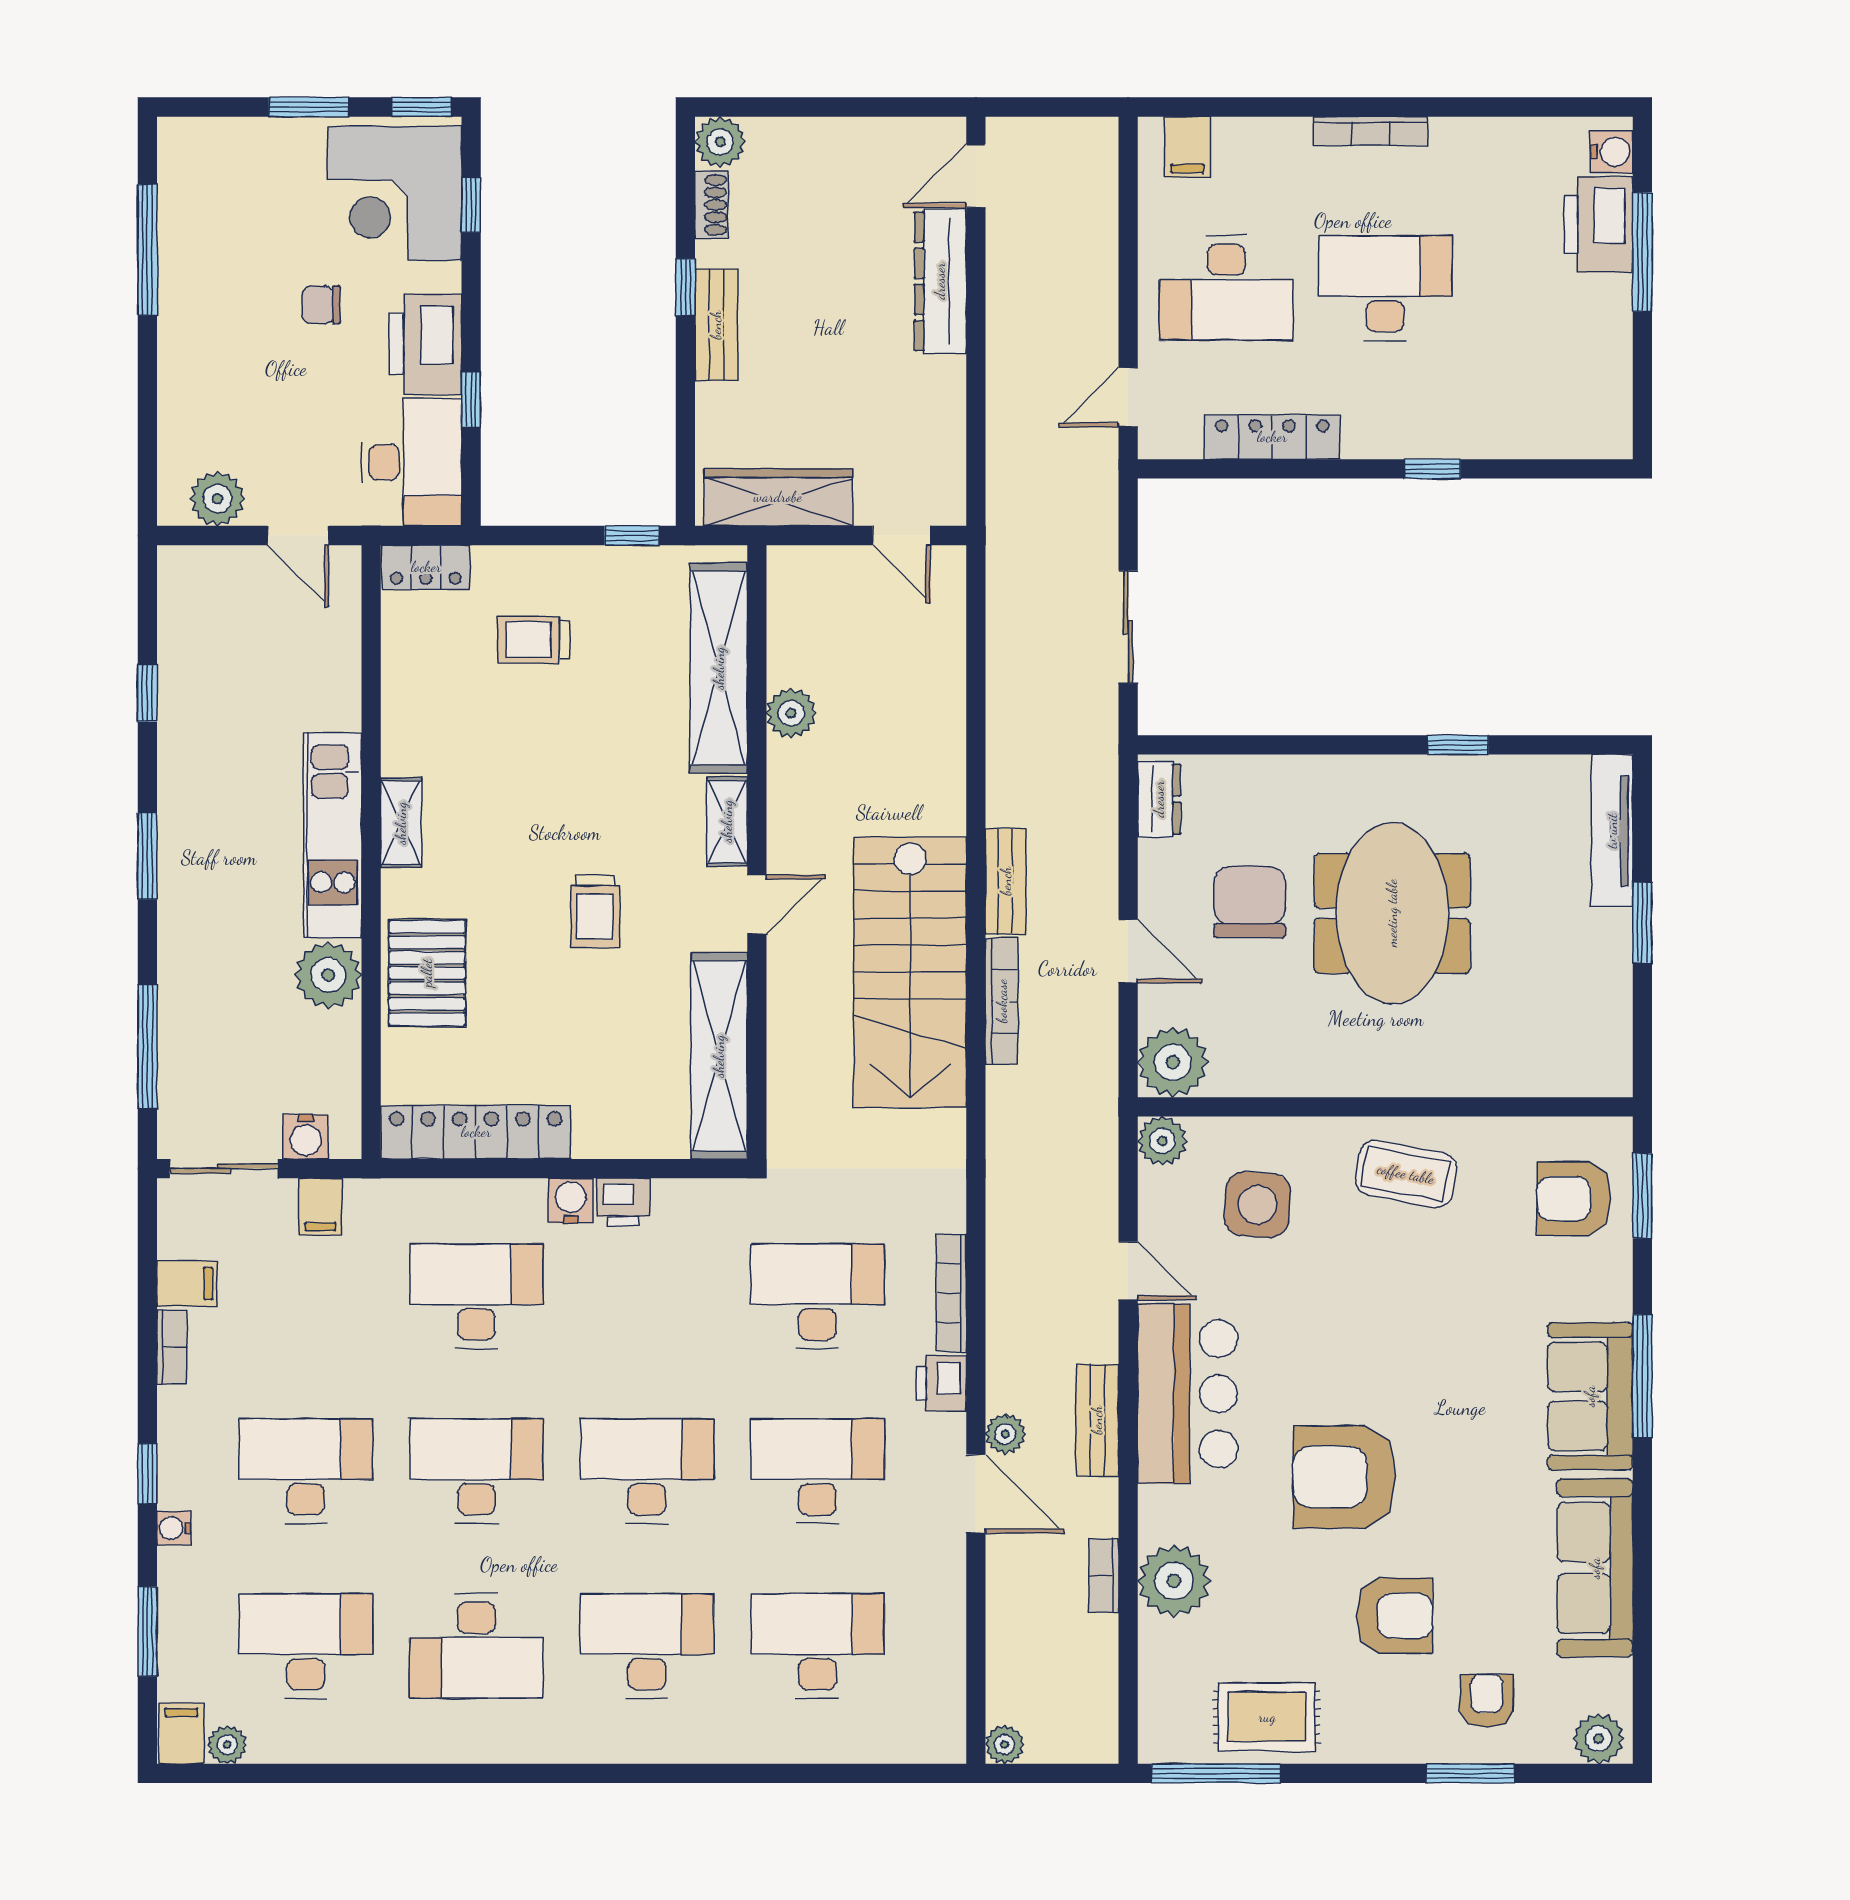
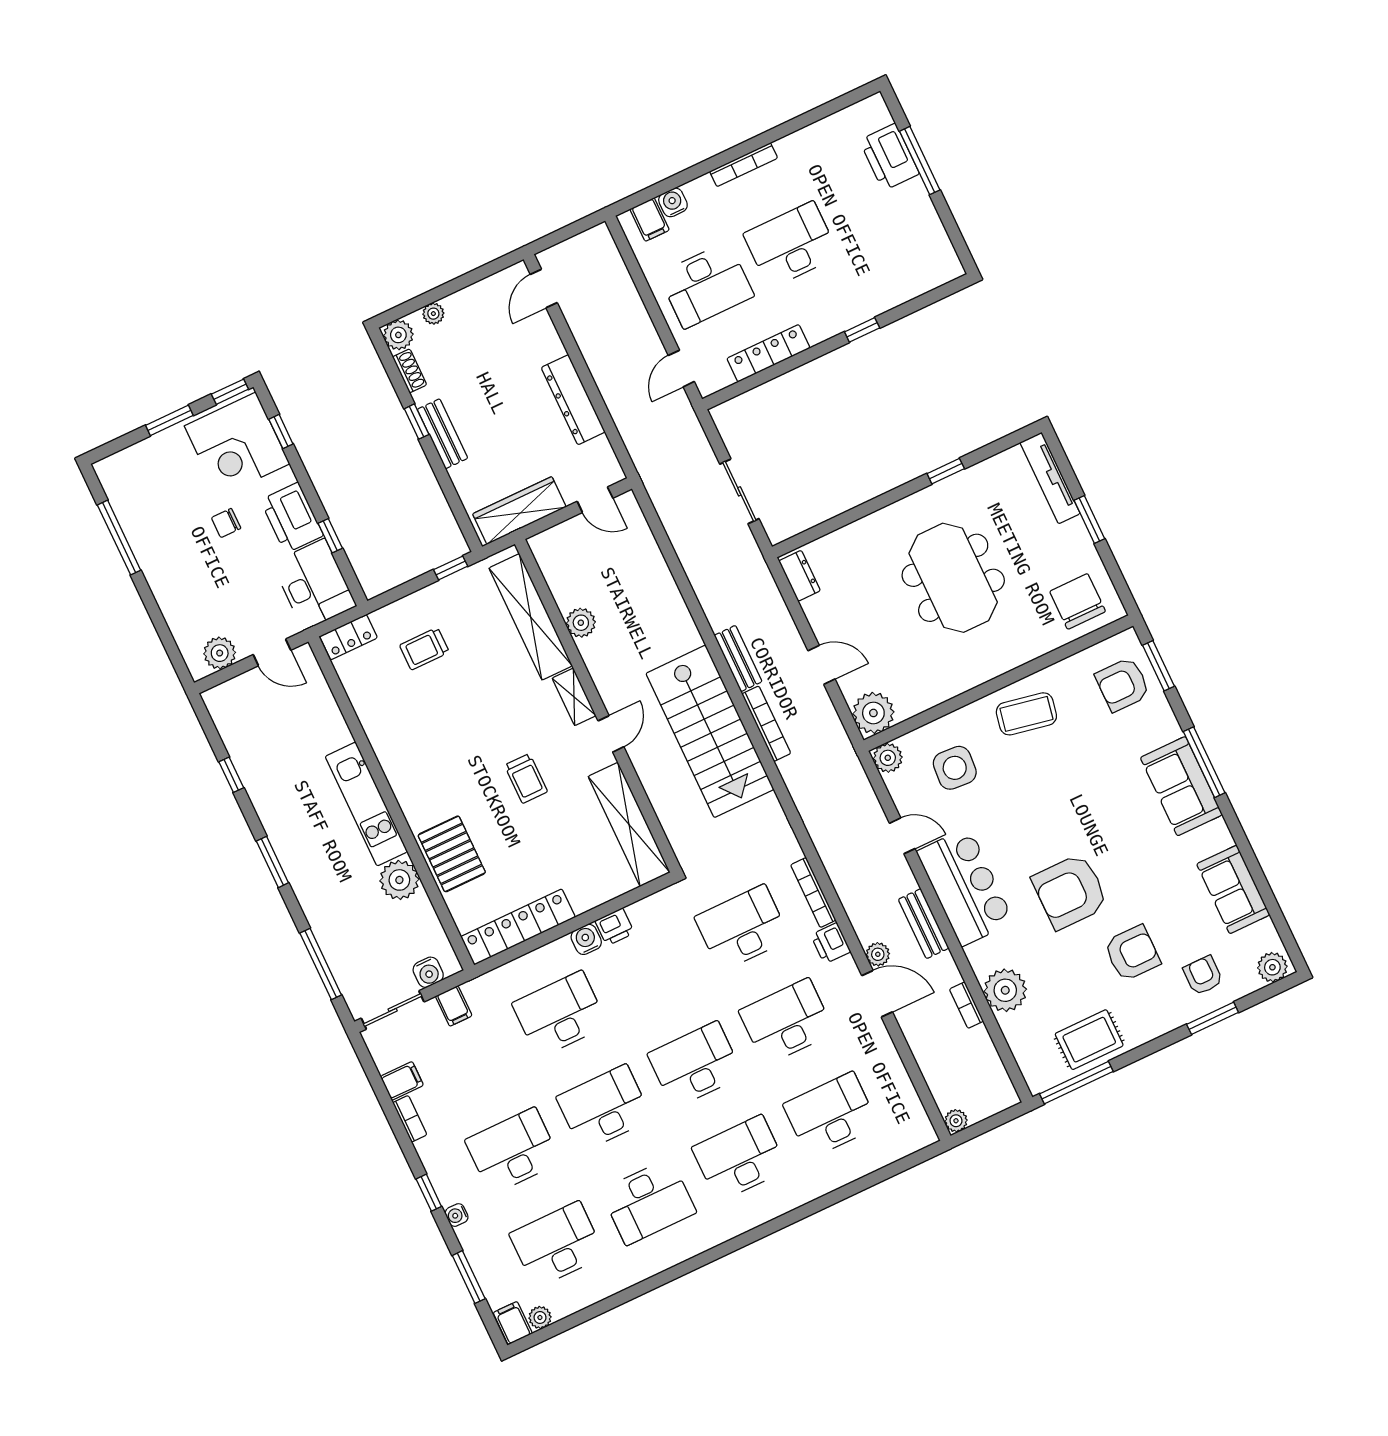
plant: (789, 135) -> (433, 314), added
water cooler: (1612, 152) -> (673, 202), moved, turned -90
dresser: (940, 281) -> (573, 400), moved
shelving: (401, 823) -> (400, 780), removed
chair: (1250, 902) -> (1078, 601), moved
sofa: (1595, 1568) -> (1233, 889), width x0.73

